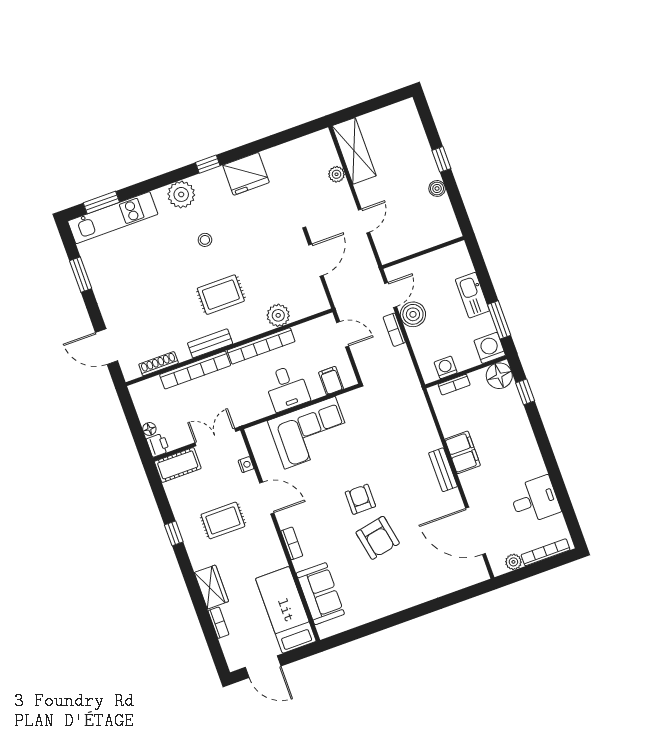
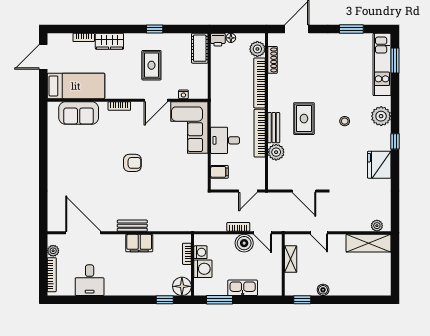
window: (441, 159) -> (302, 300), moved
plant: (337, 174) -> (377, 226), moved
shelving: (412, 246) -> (291, 259), added
bench: (210, 343) -> (274, 128), moved
washing machine: (490, 348) -> (203, 269), moved
plant: (151, 389) -> (257, 49), added
corner sofa: (310, 433) -> (189, 127), moved
double door: (215, 437) -> (209, 80), removed
door: (476, 531) -> (83, 233), hinge flipped
armchair: (378, 538) -> (102, 165), removed

